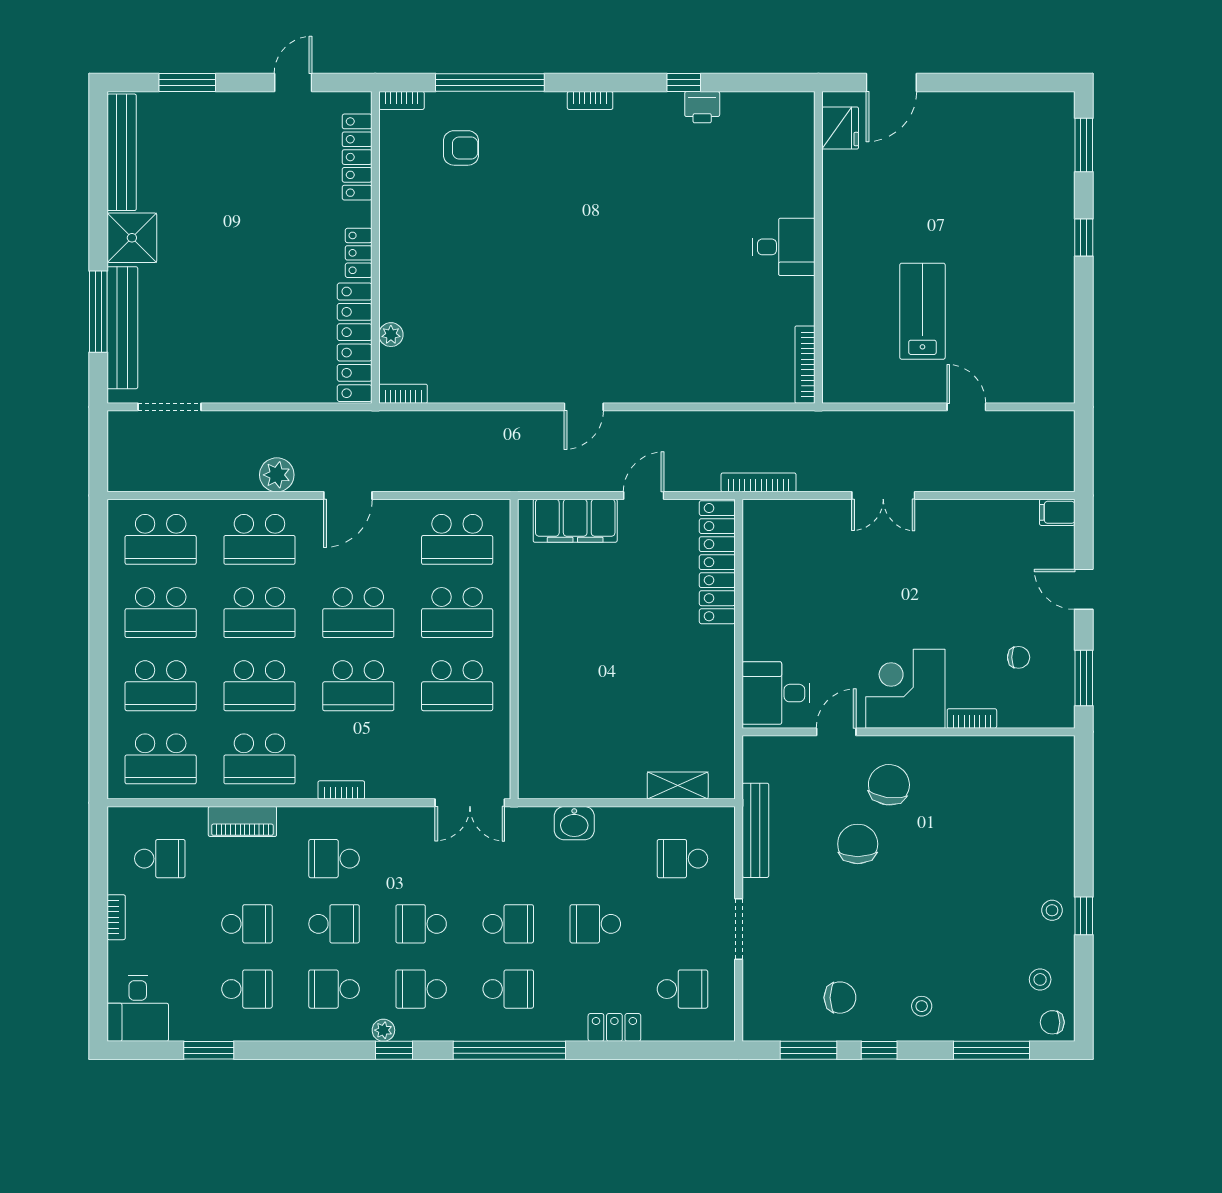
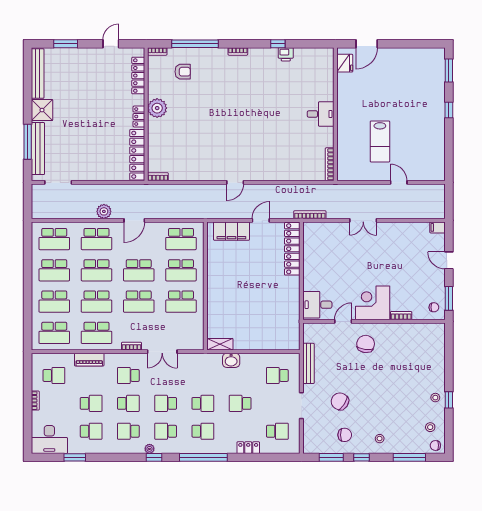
lab bench: (922, 311) -> (380, 141), turned 180
plant: (391, 335) -> (157, 108), moved, width x1.87, depth x1.87
chair: (1019, 657) -> (434, 307), moved
shelving: (678, 786) -> (220, 344), moved
double door: (470, 803) -> (162, 352), moved
chair: (858, 844) -> (340, 401), moved, turned -58
desk: (138, 1008) -> (49, 440), width x1.37

